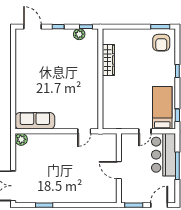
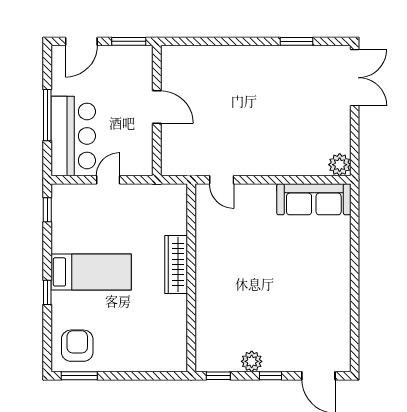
plant: (79, 34) -> (252, 361), moved
wardrobe: (108, 60) -> (176, 264), moved
bed: (162, 108) -> (91, 272), moved, turned -90
door: (84, 131) -> (222, 180), swing flipped

